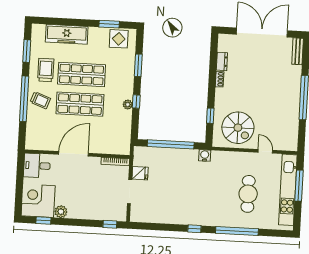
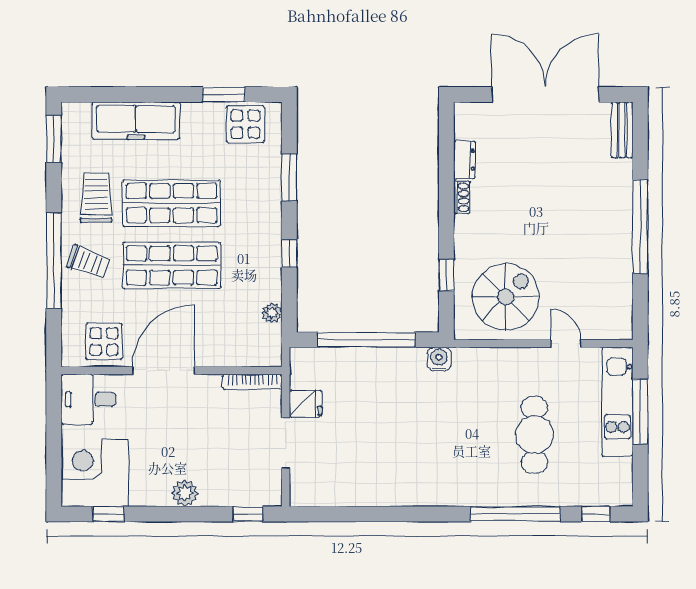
window: (27, 51) -> (54, 139), moved
plant: (128, 105) -> (272, 313), moved
spiral stairs: (238, 128) -> (506, 297), turned -90
display table: (46, 138) -> (104, 341), added
kitchen unit: (288, 190) -> (617, 402), width x0.73
plant: (61, 212) -> (185, 493), moved
window: (194, 229) -> (596, 514), moved

